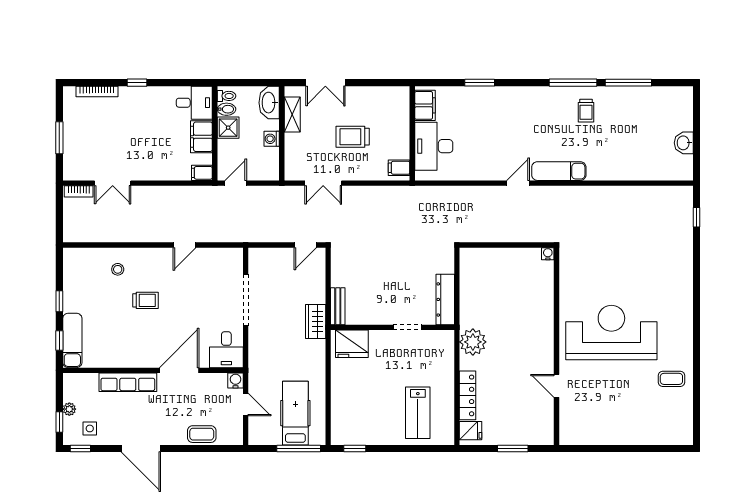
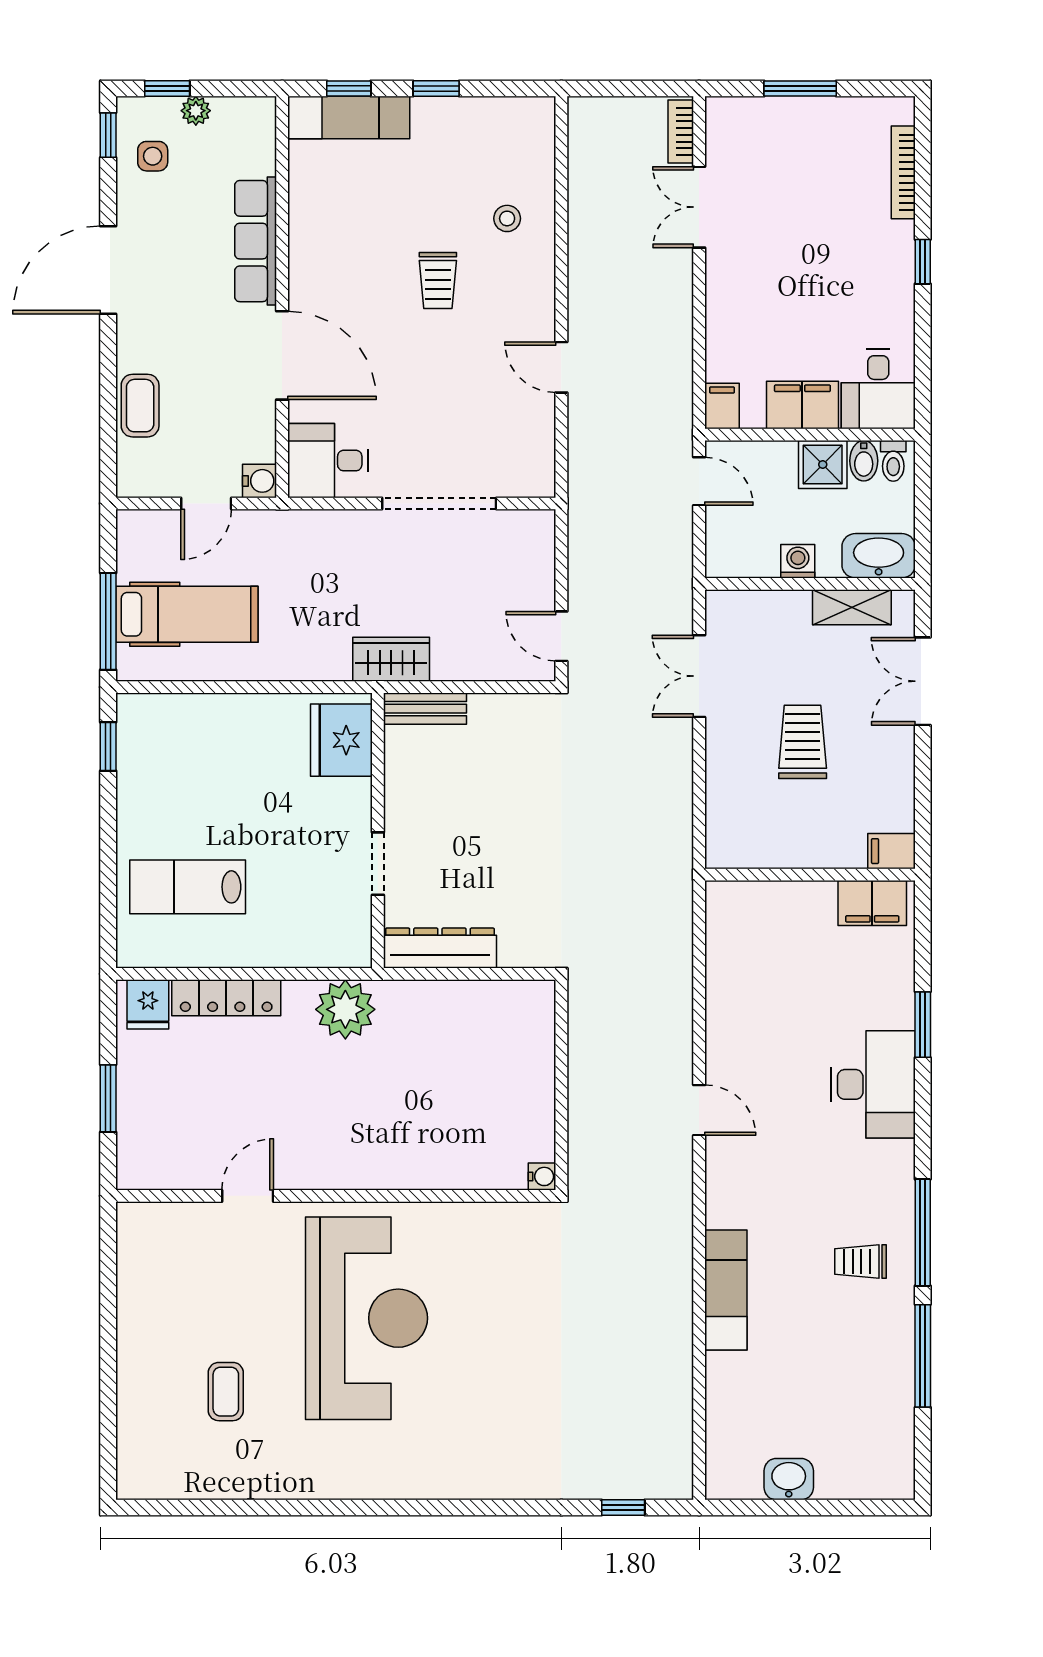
desk: (434, 146) -> (873, 1084), moved, turned 90
filing cabinet: (399, 168) -> (892, 851), moved, turned -90
exam couch: (559, 171) -> (726, 1290), moved
coffee table: (671, 379) -> (226, 1392), moved

